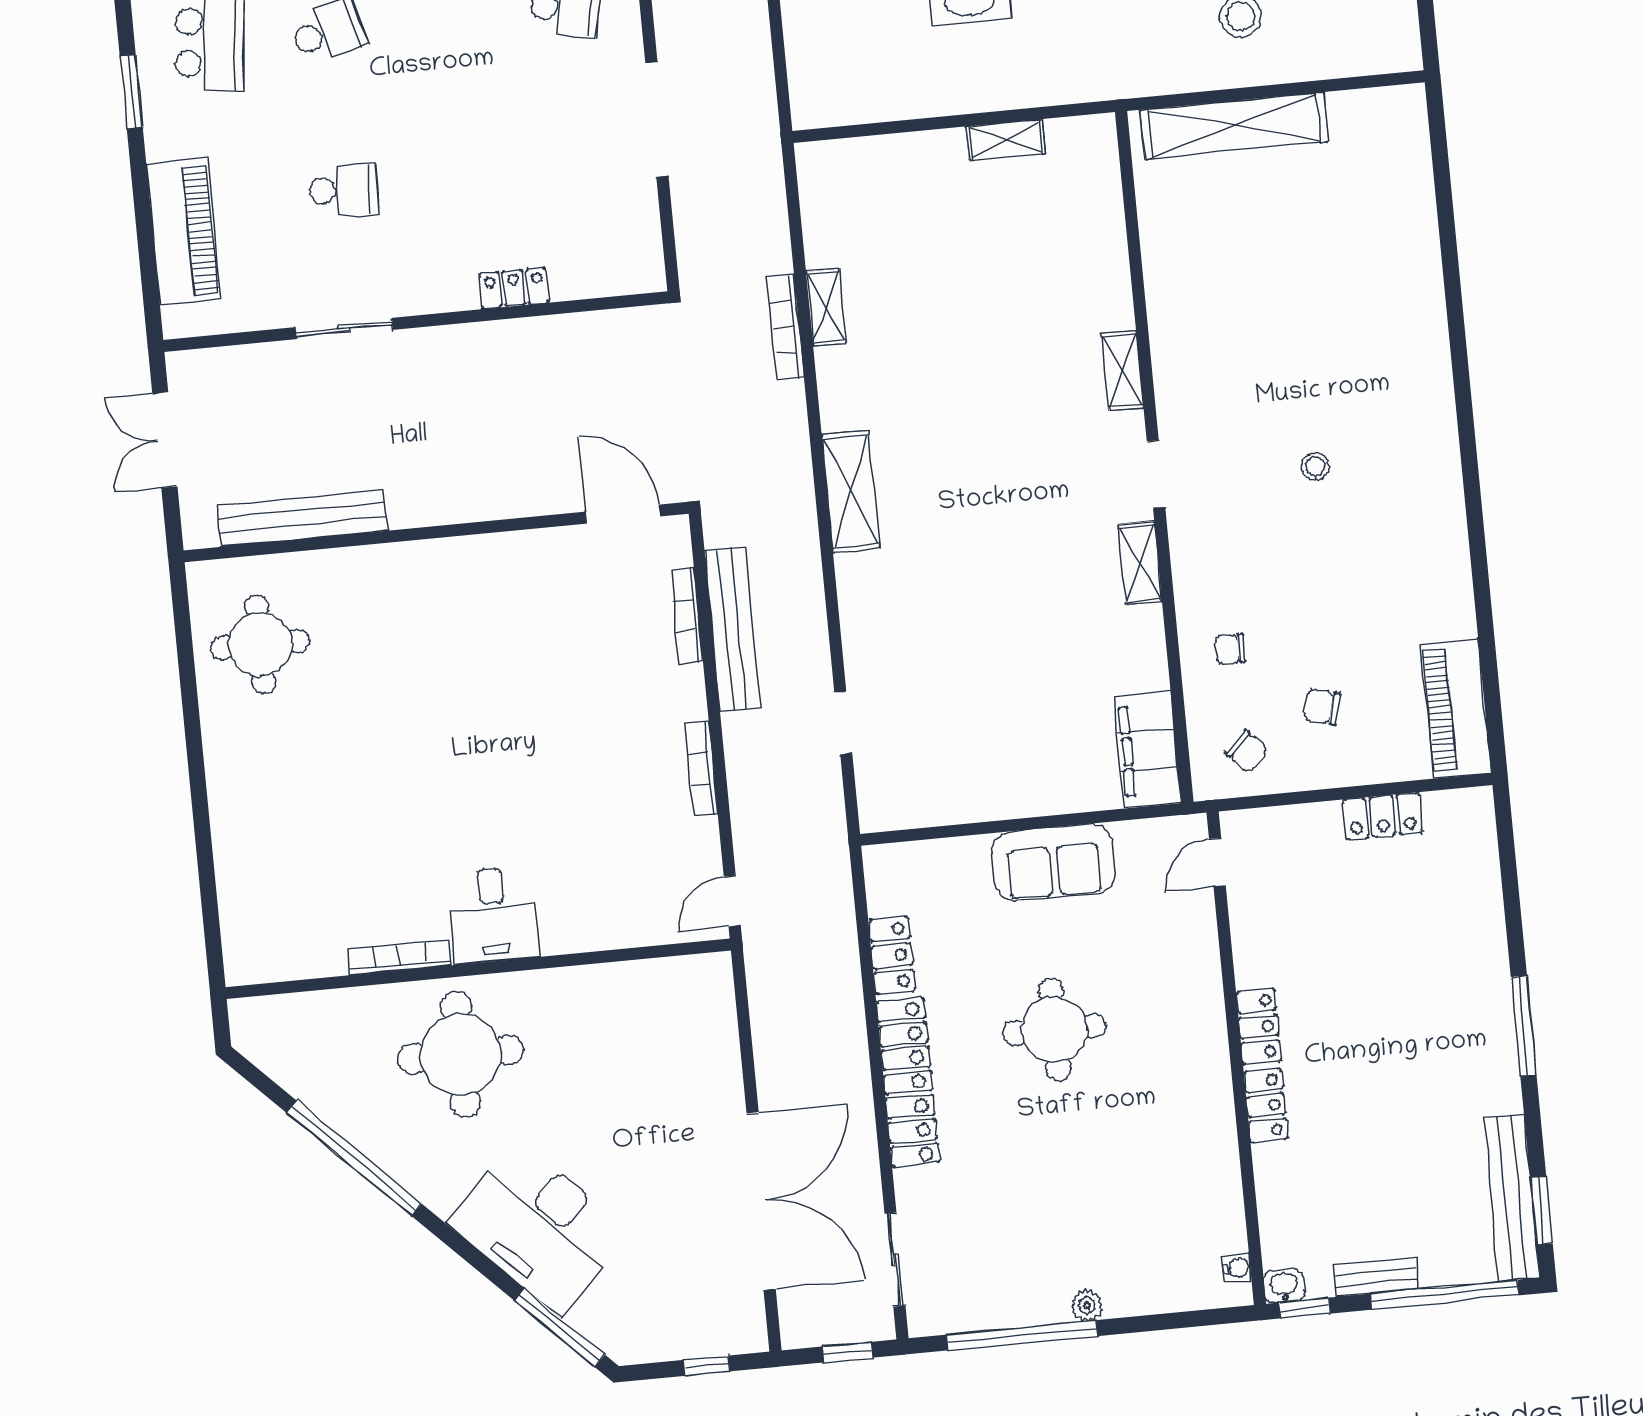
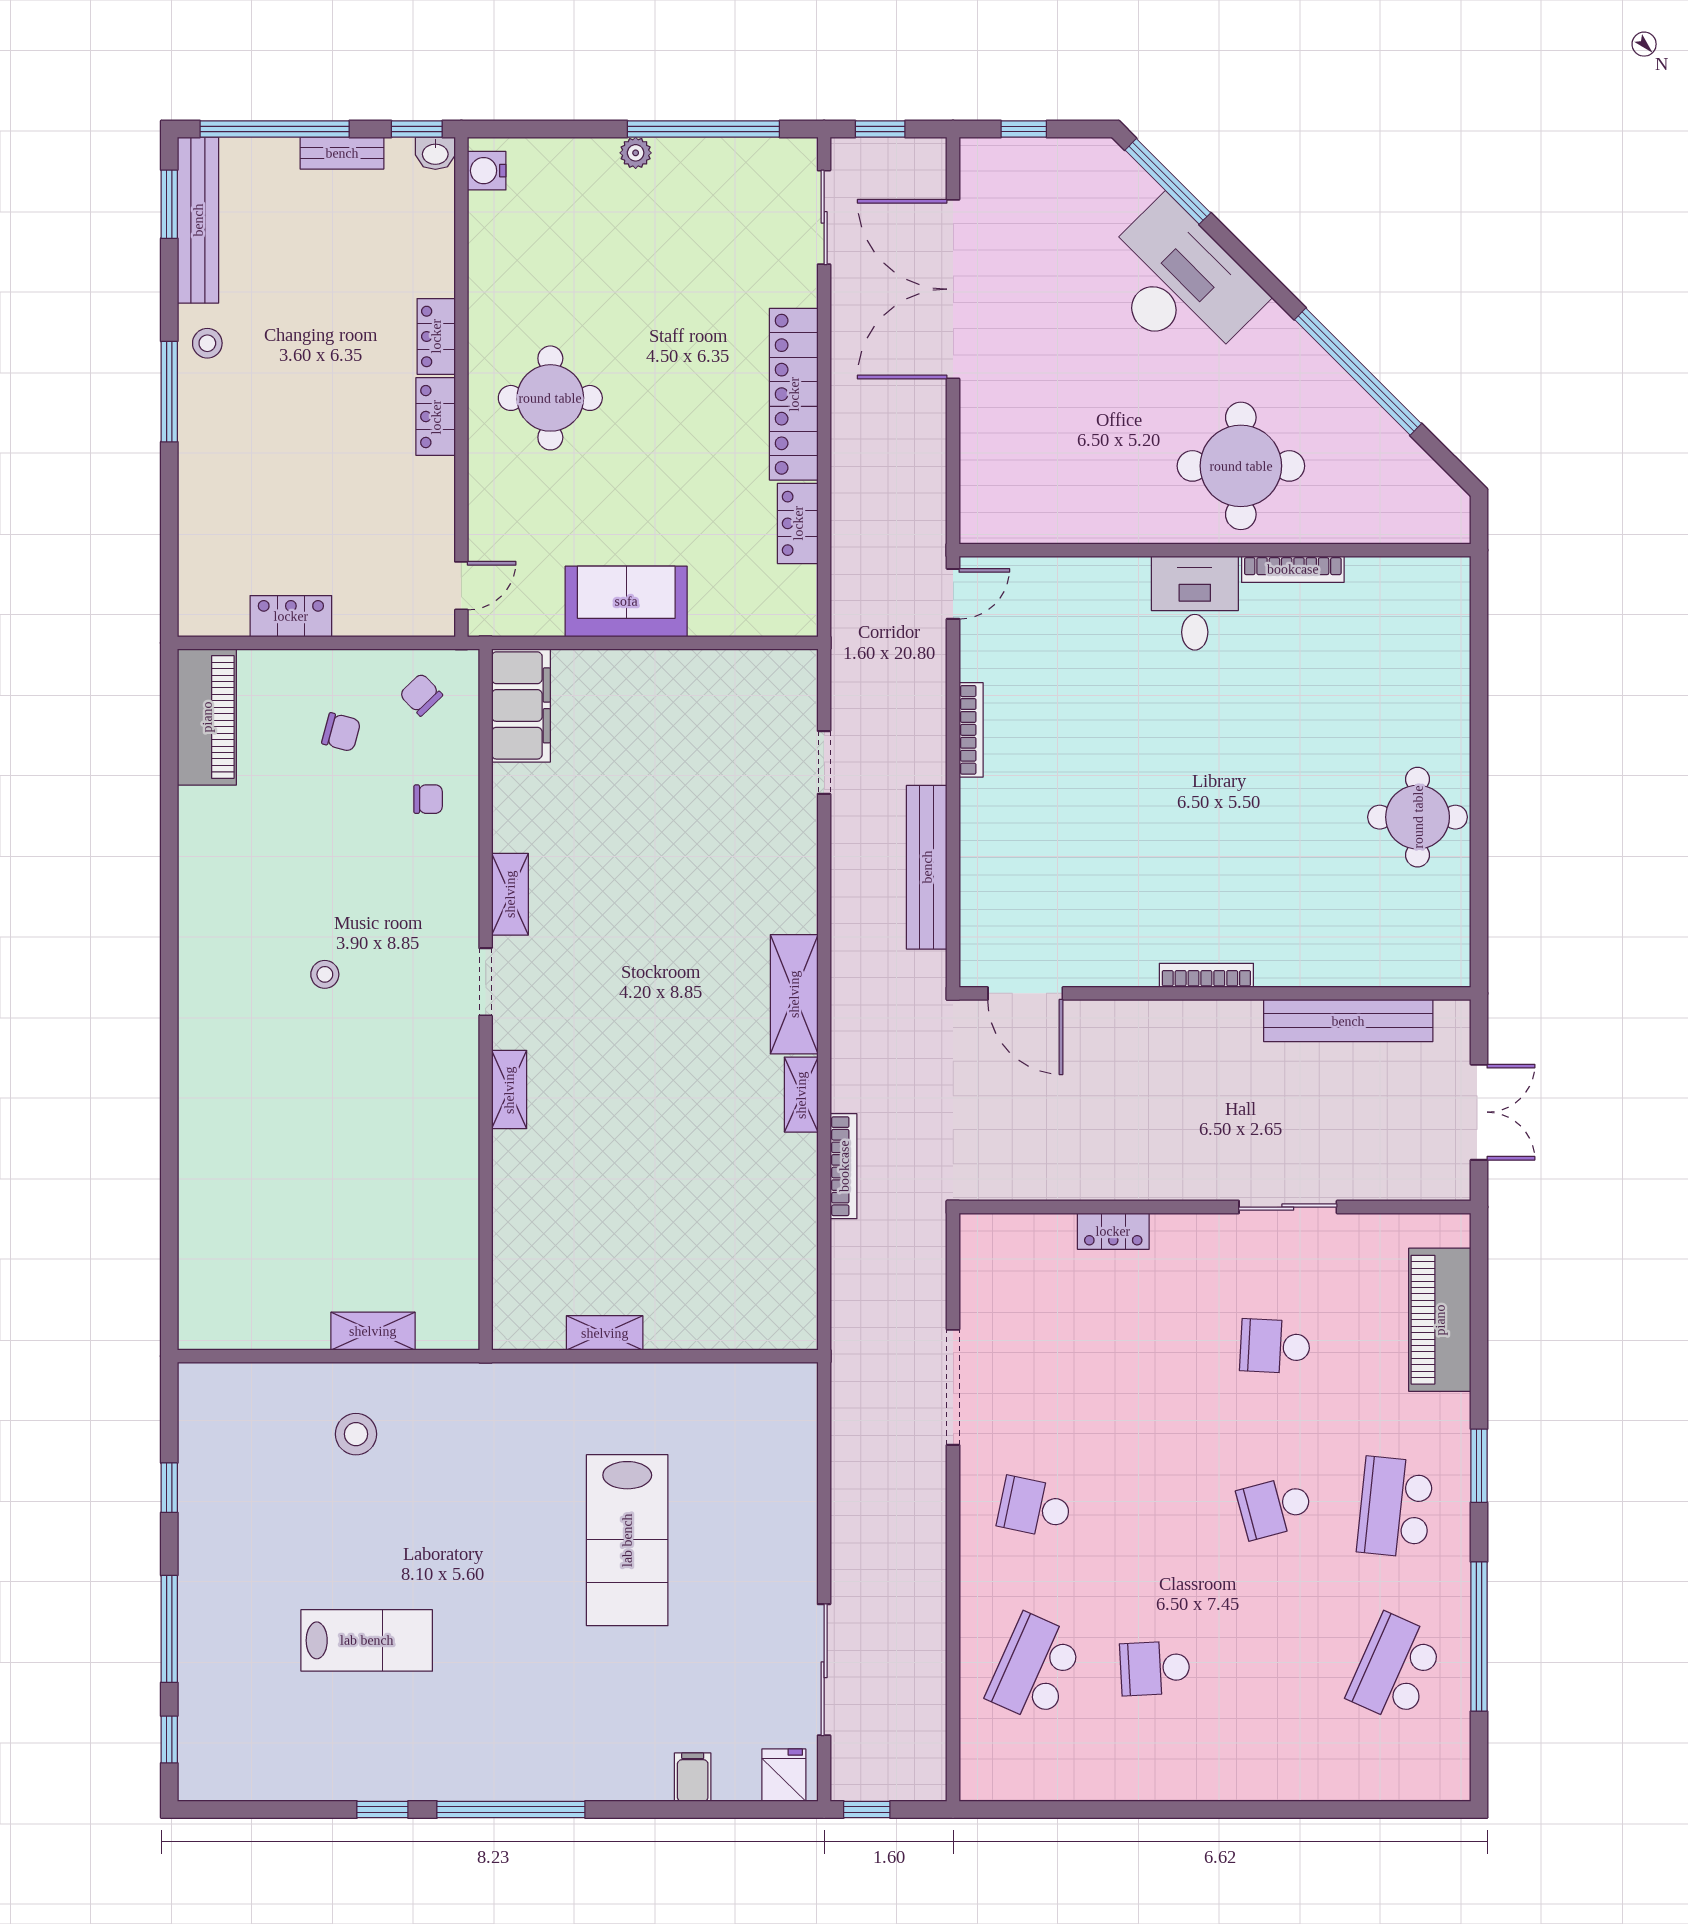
shelving: (1234, 126) -> (373, 1331), width x0.45, depth x0.75
shelving: (826, 307) -> (801, 1095), moved
bookcase: (687, 615) -> (1206, 975), moved, turned -90
round table: (260, 644) -> (1418, 817), moved
round table: (1055, 1030) -> (550, 398), moved
stool: (1491, 1077) -> (207, 343), added
water cooler: (1237, 1268) -> (487, 171), width x1.38, depth x1.38

